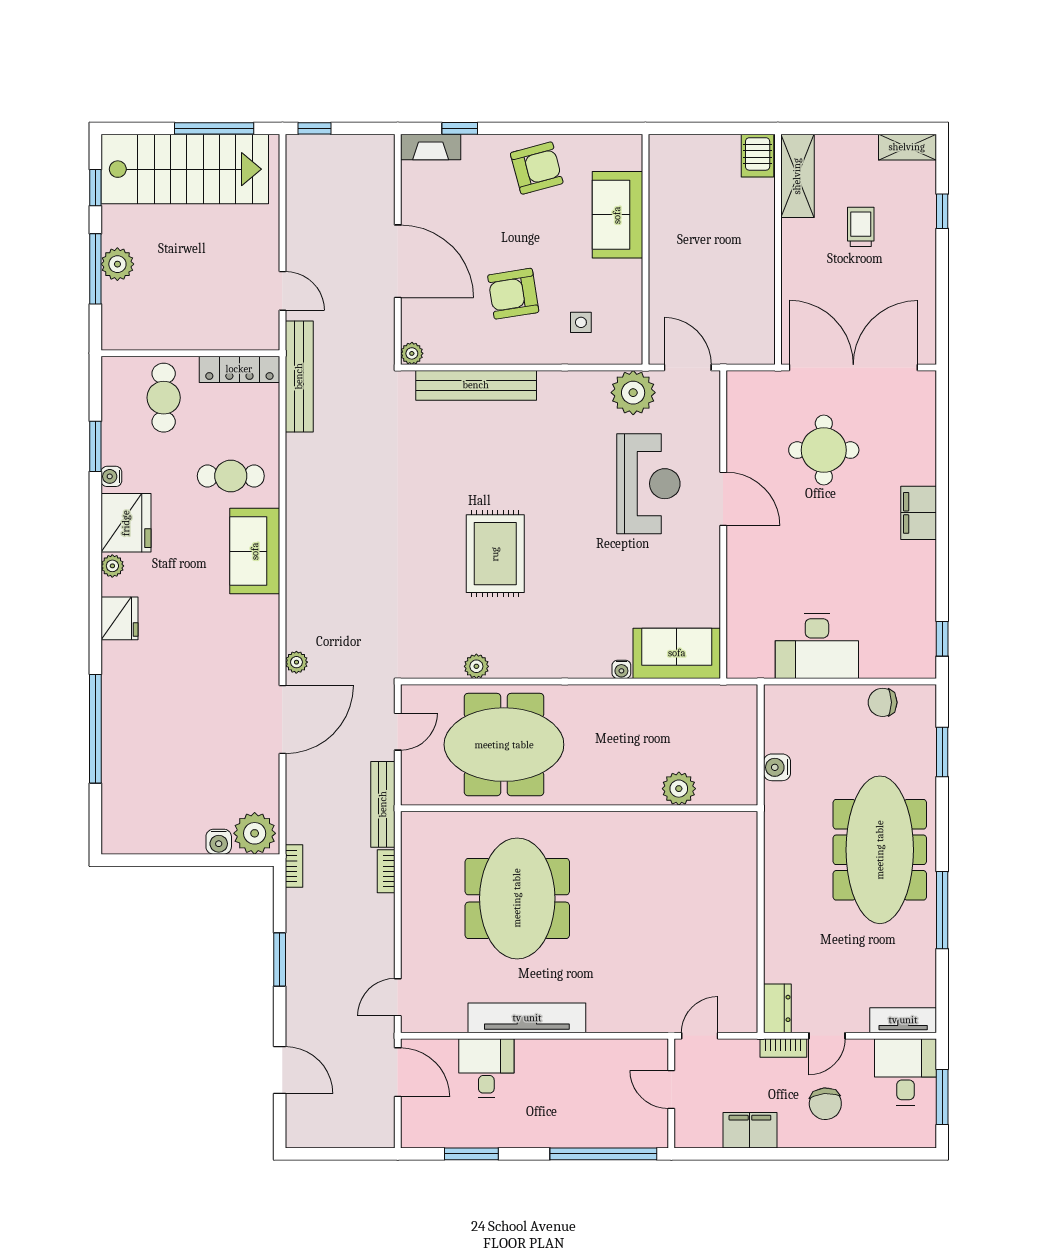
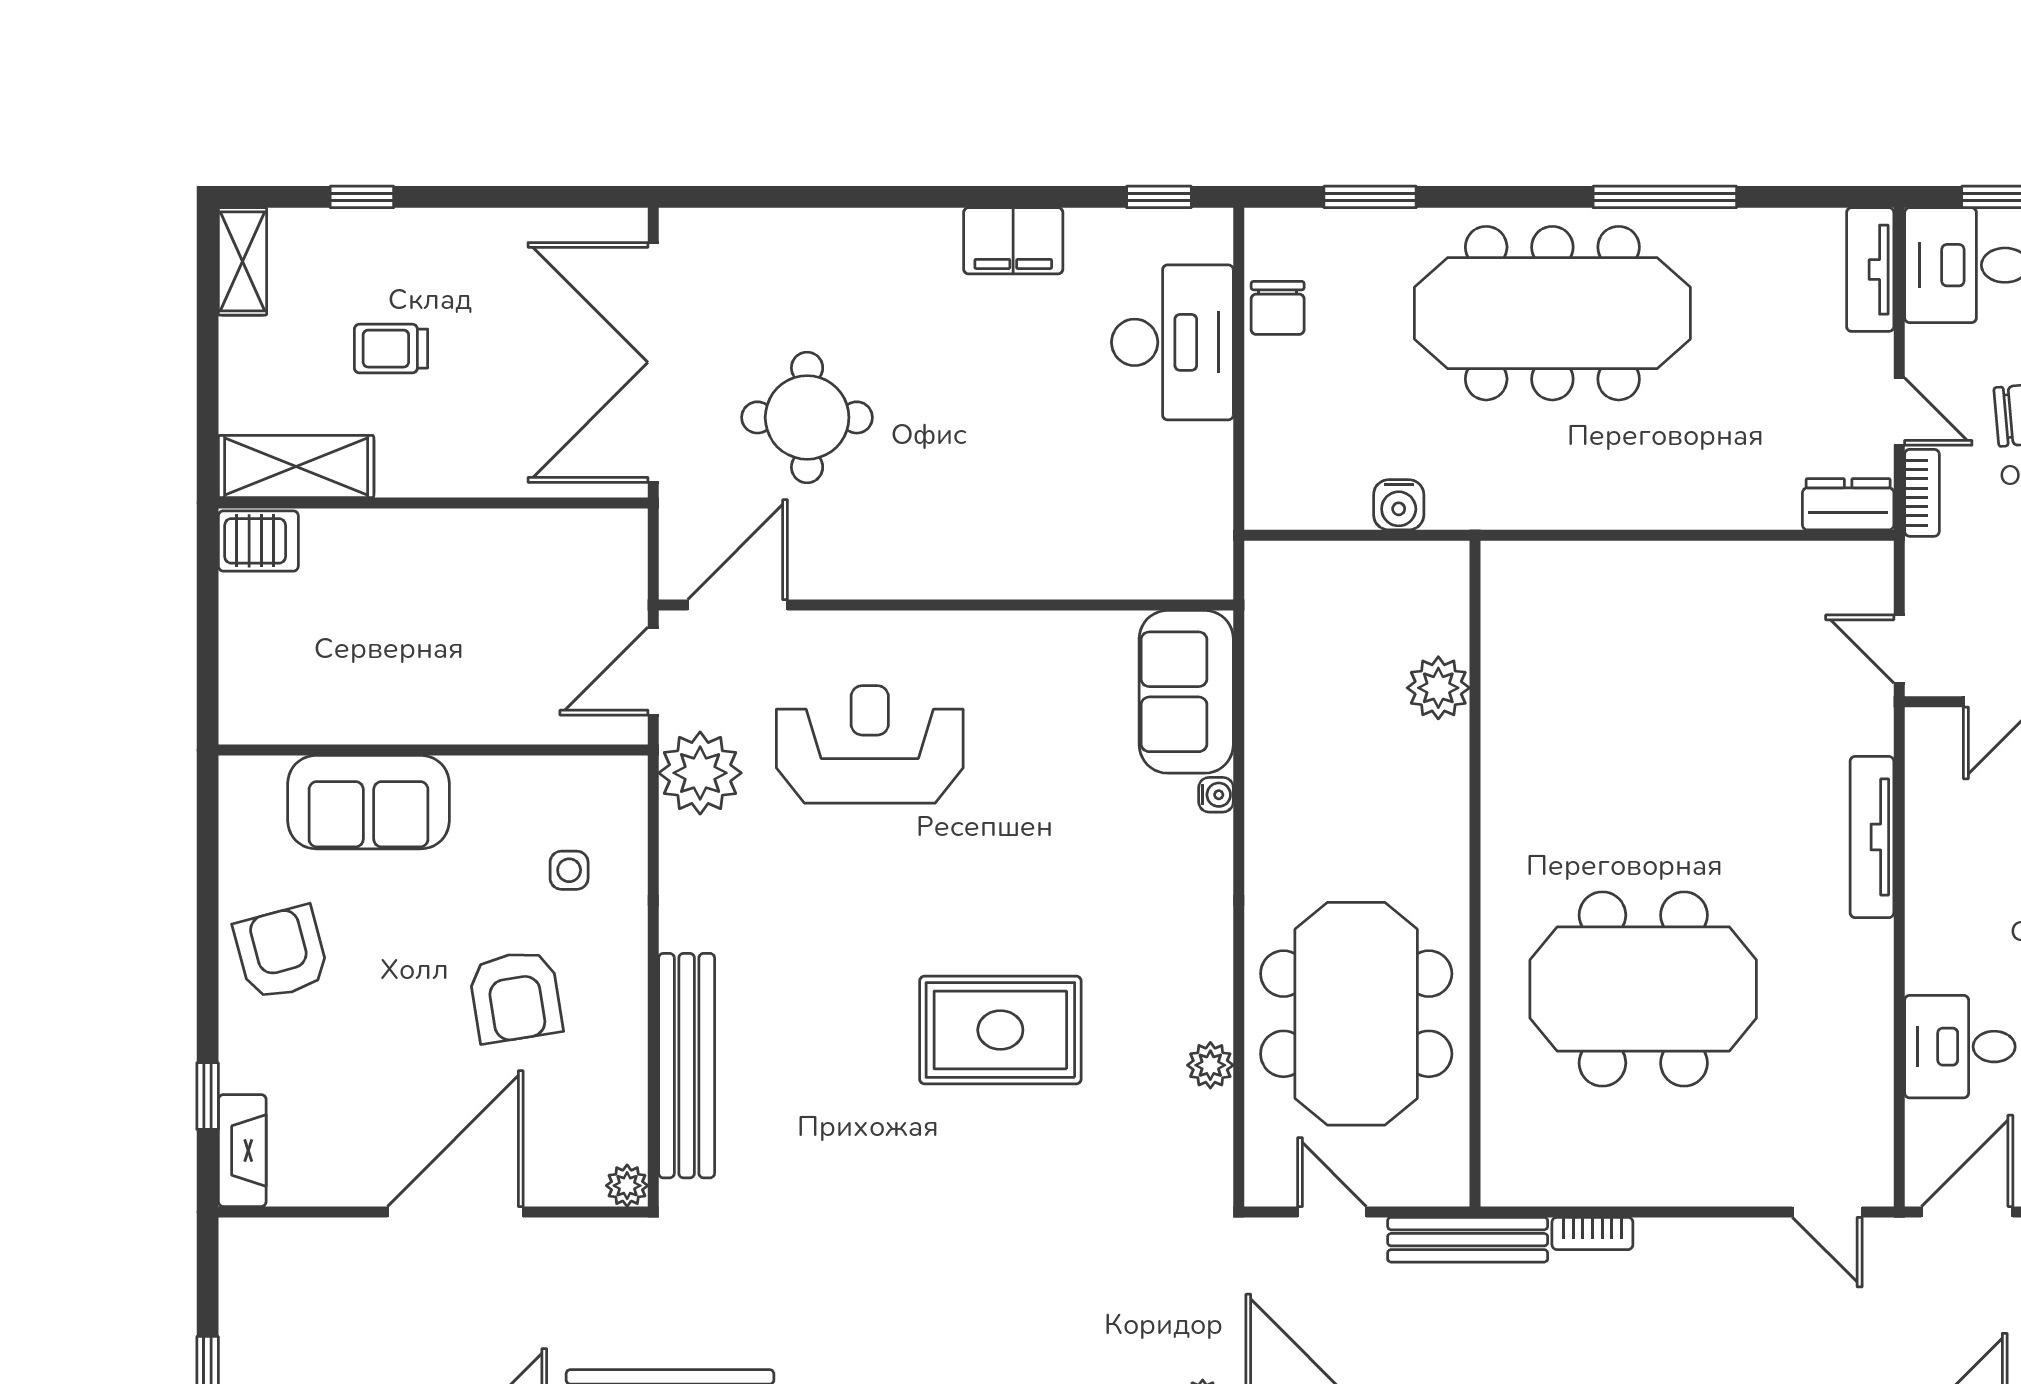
door: (723, 499) -> (737, 605), moved
filing cabinet: (919, 513) -> (1013, 241), moved
desk: (817, 646) -> (1172, 342), moved
tv unit: (527, 1018) -> (1872, 837), moved, width x0.73, depth x0.78

